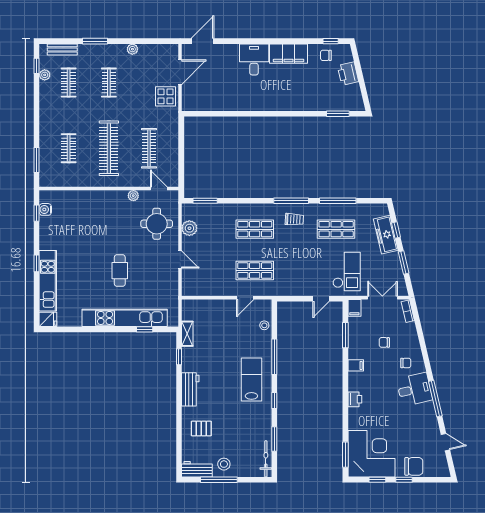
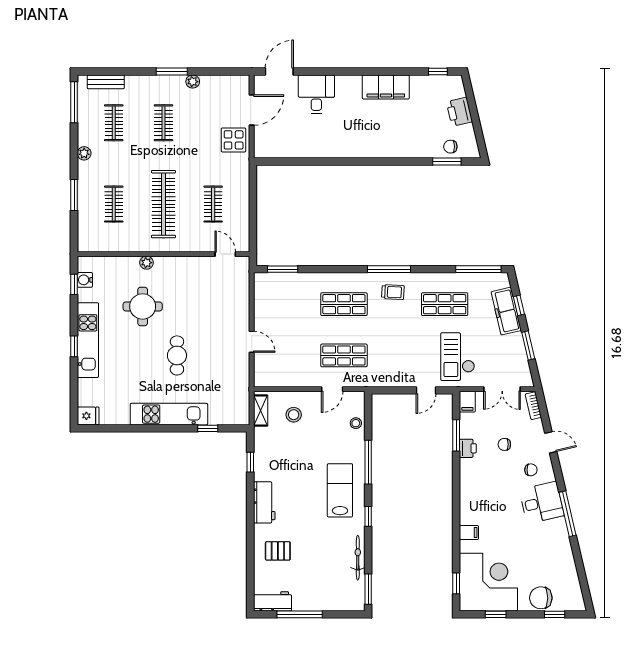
window: (95, 41) -> (172, 72), moved
chair: (326, 55) -> (450, 147), moved
desk: (254, 59) -> (316, 94), moved
window: (37, 66) -> (74, 102), width x2.17
plant: (45, 75) -> (84, 153), moved
clothes rail: (149, 148) -> (213, 204), width x0.73
window: (37, 160) -> (74, 195), moved
plant: (133, 196) -> (146, 263), moved
window: (338, 201) -> (478, 269), moved
round table: (157, 224) -> (143, 306), moved
plant: (189, 228) -> (263, 303), removed
checkout: (347, 271) -> (458, 357), turned 180
kitchen unit: (48, 281) -> (88, 340), moved
double door: (382, 298) -> (502, 389), swing flipped
kitchen unit: (125, 318) -> (169, 414), width x0.73
shelving: (187, 334) -> (261, 411), moved
filing cabinet: (356, 365) -> (469, 533), moved
printer: (355, 399) -> (468, 448), moved
window: (274, 439) -> (368, 589), moved
door: (445, 442) -> (551, 442), moved
window: (345, 455) -> (456, 583), width x0.67
bicycle: (266, 459) -> (358, 558), moved
stool: (224, 464) -> (294, 415), moved
chair: (414, 466) -> (541, 598), turned 180
window: (404, 480) -> (555, 614), moved

